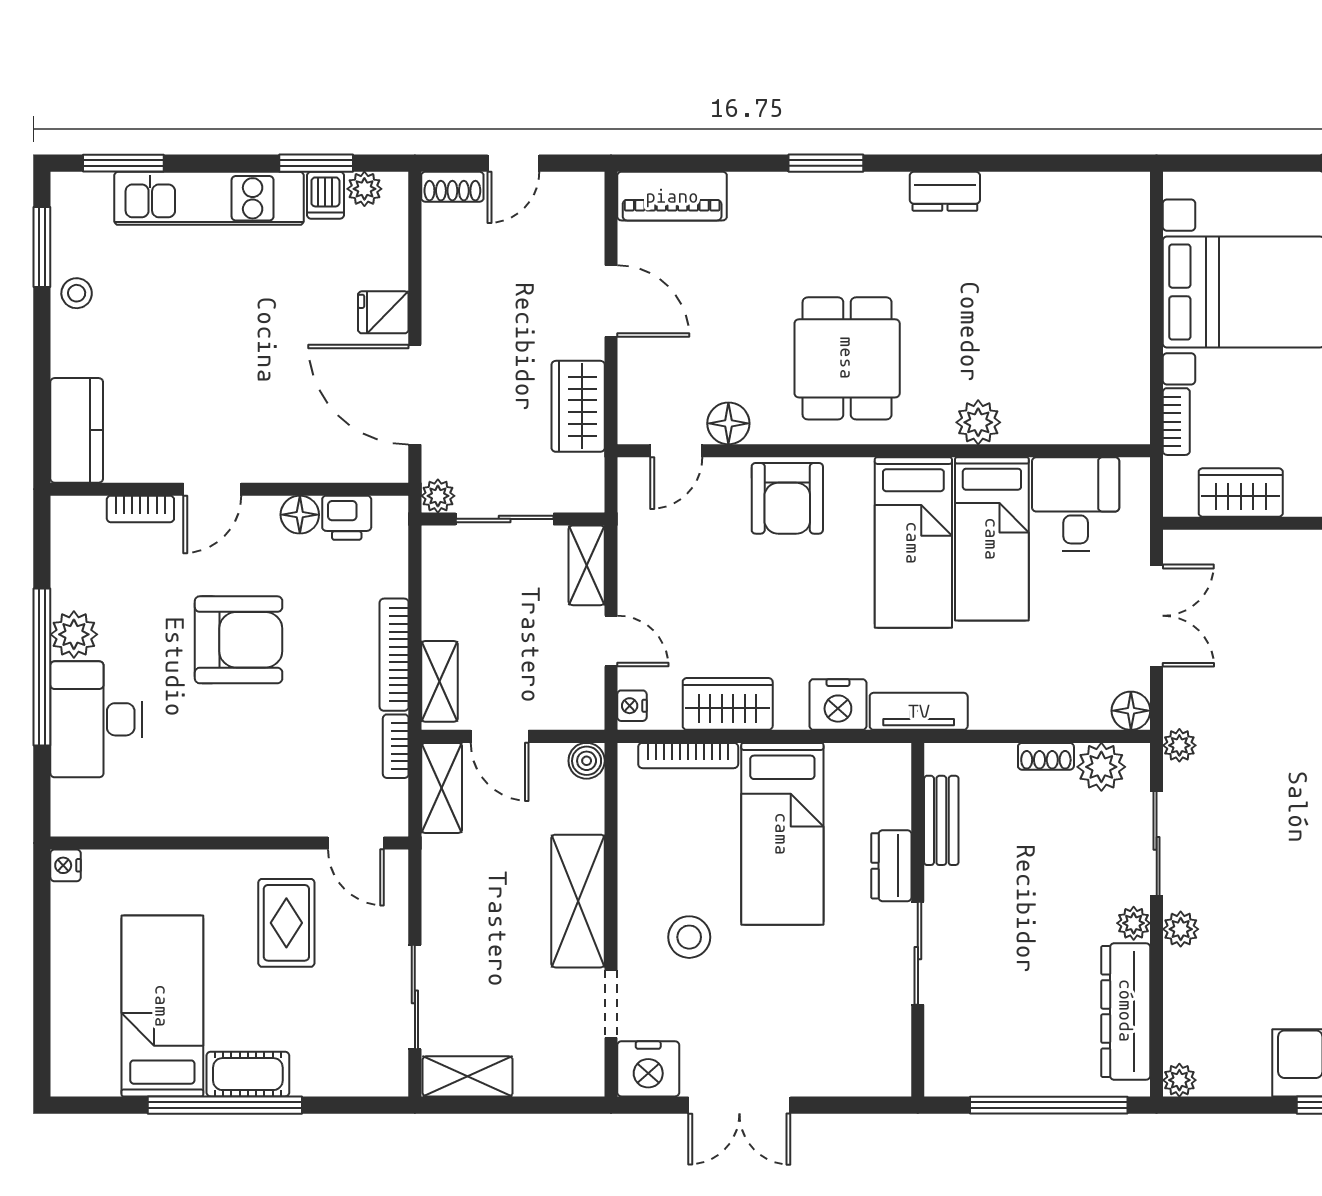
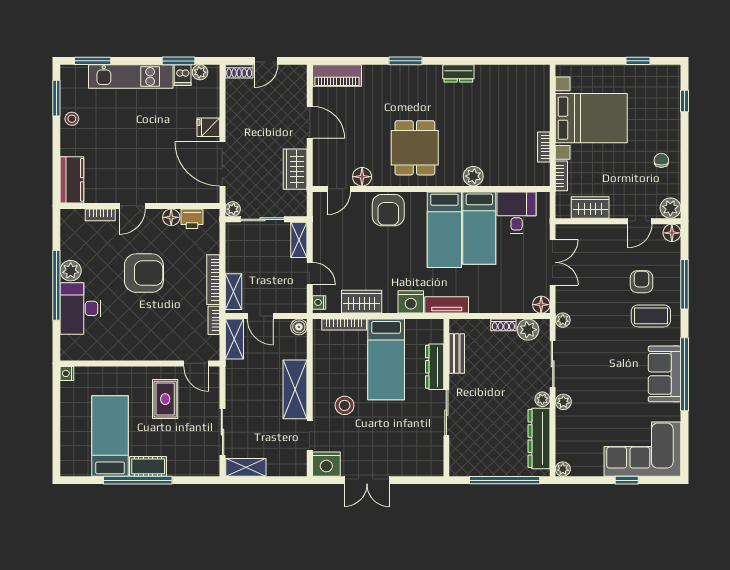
bookcase: (1136, 357) -> (544, 147), added
dresser: (891, 866) -> (435, 367), width x1.44

